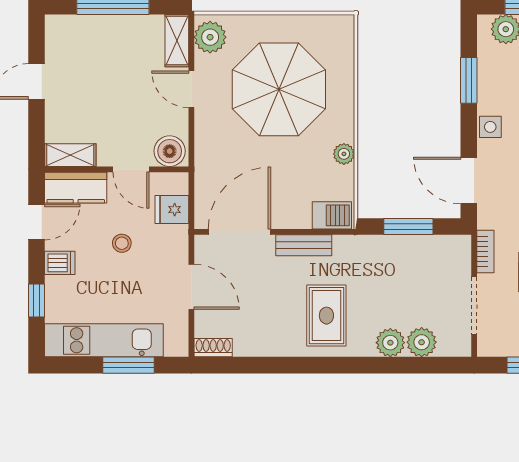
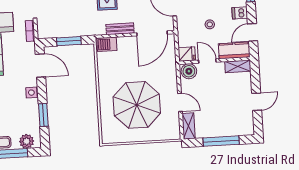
plant: (210, 37) -> (172, 129), removed
plant: (344, 154) -> (103, 75), removed
fridge: (172, 210) -> (187, 54), moved

